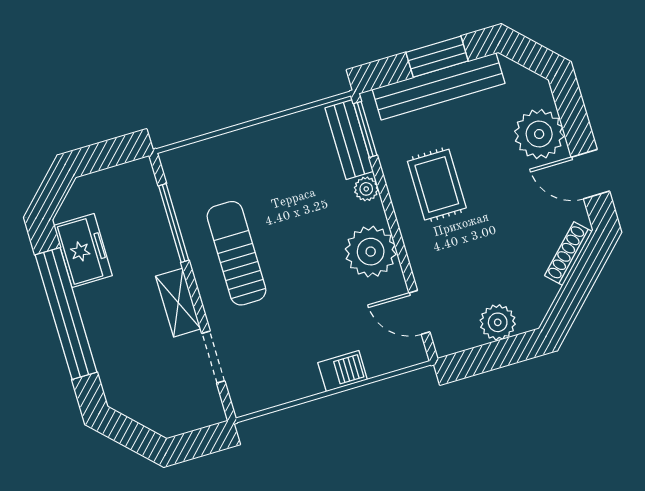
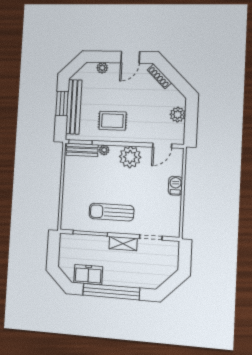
plant: (539, 134) -> (102, 68), width x0.53, depth x0.53

